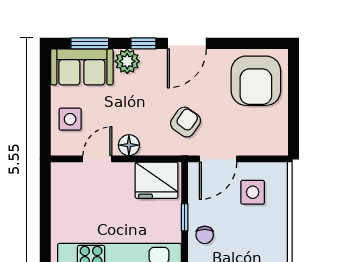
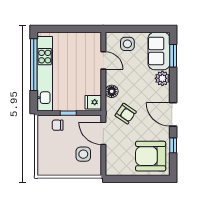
window: (143, 43) -> (173, 145), moved
floor lamp: (129, 145) -> (112, 91), moved
fridge: (157, 180) -> (93, 102), width x0.53, depth x0.75

